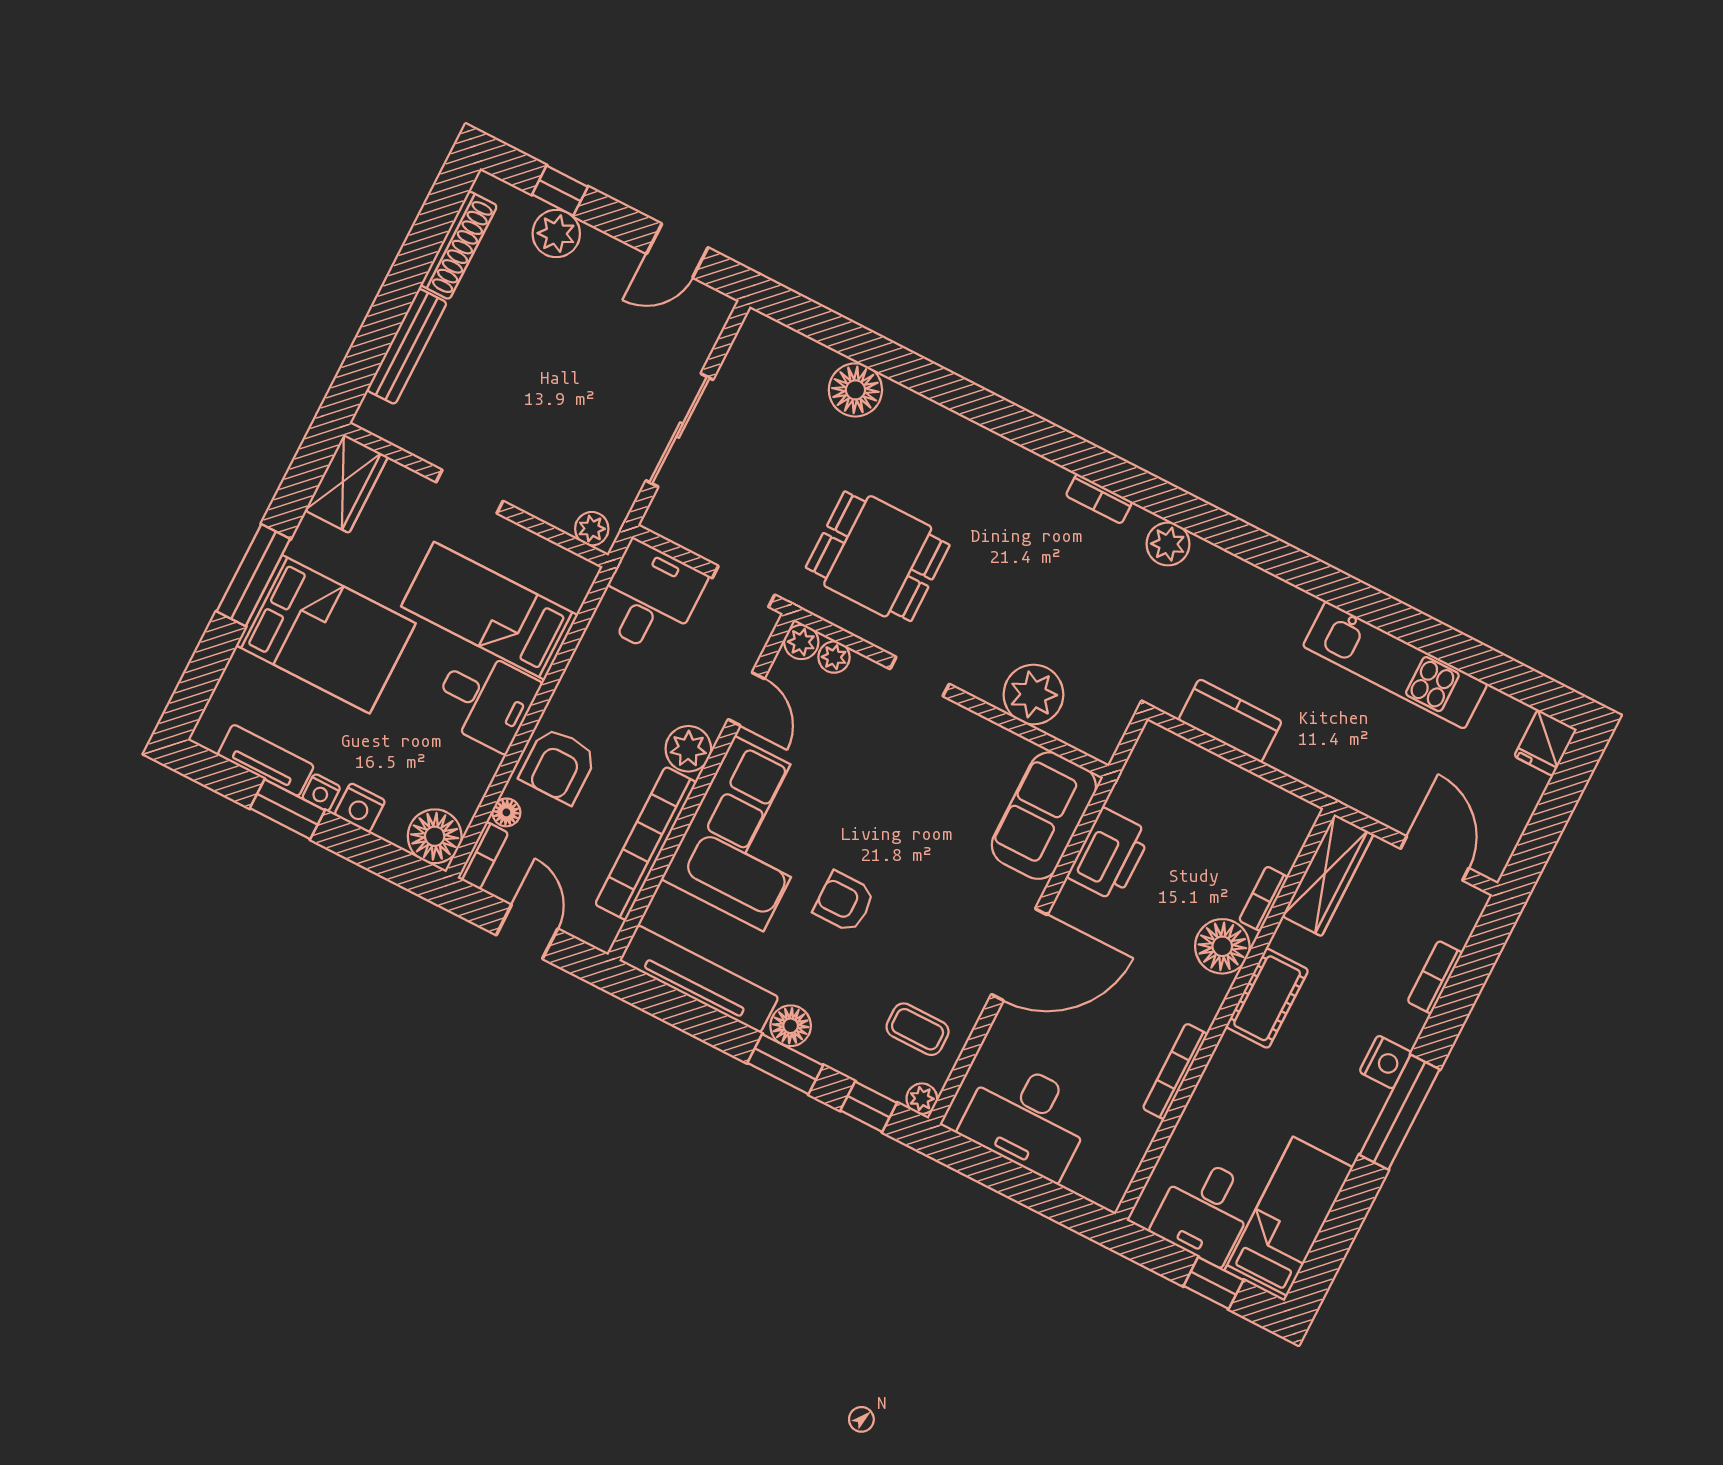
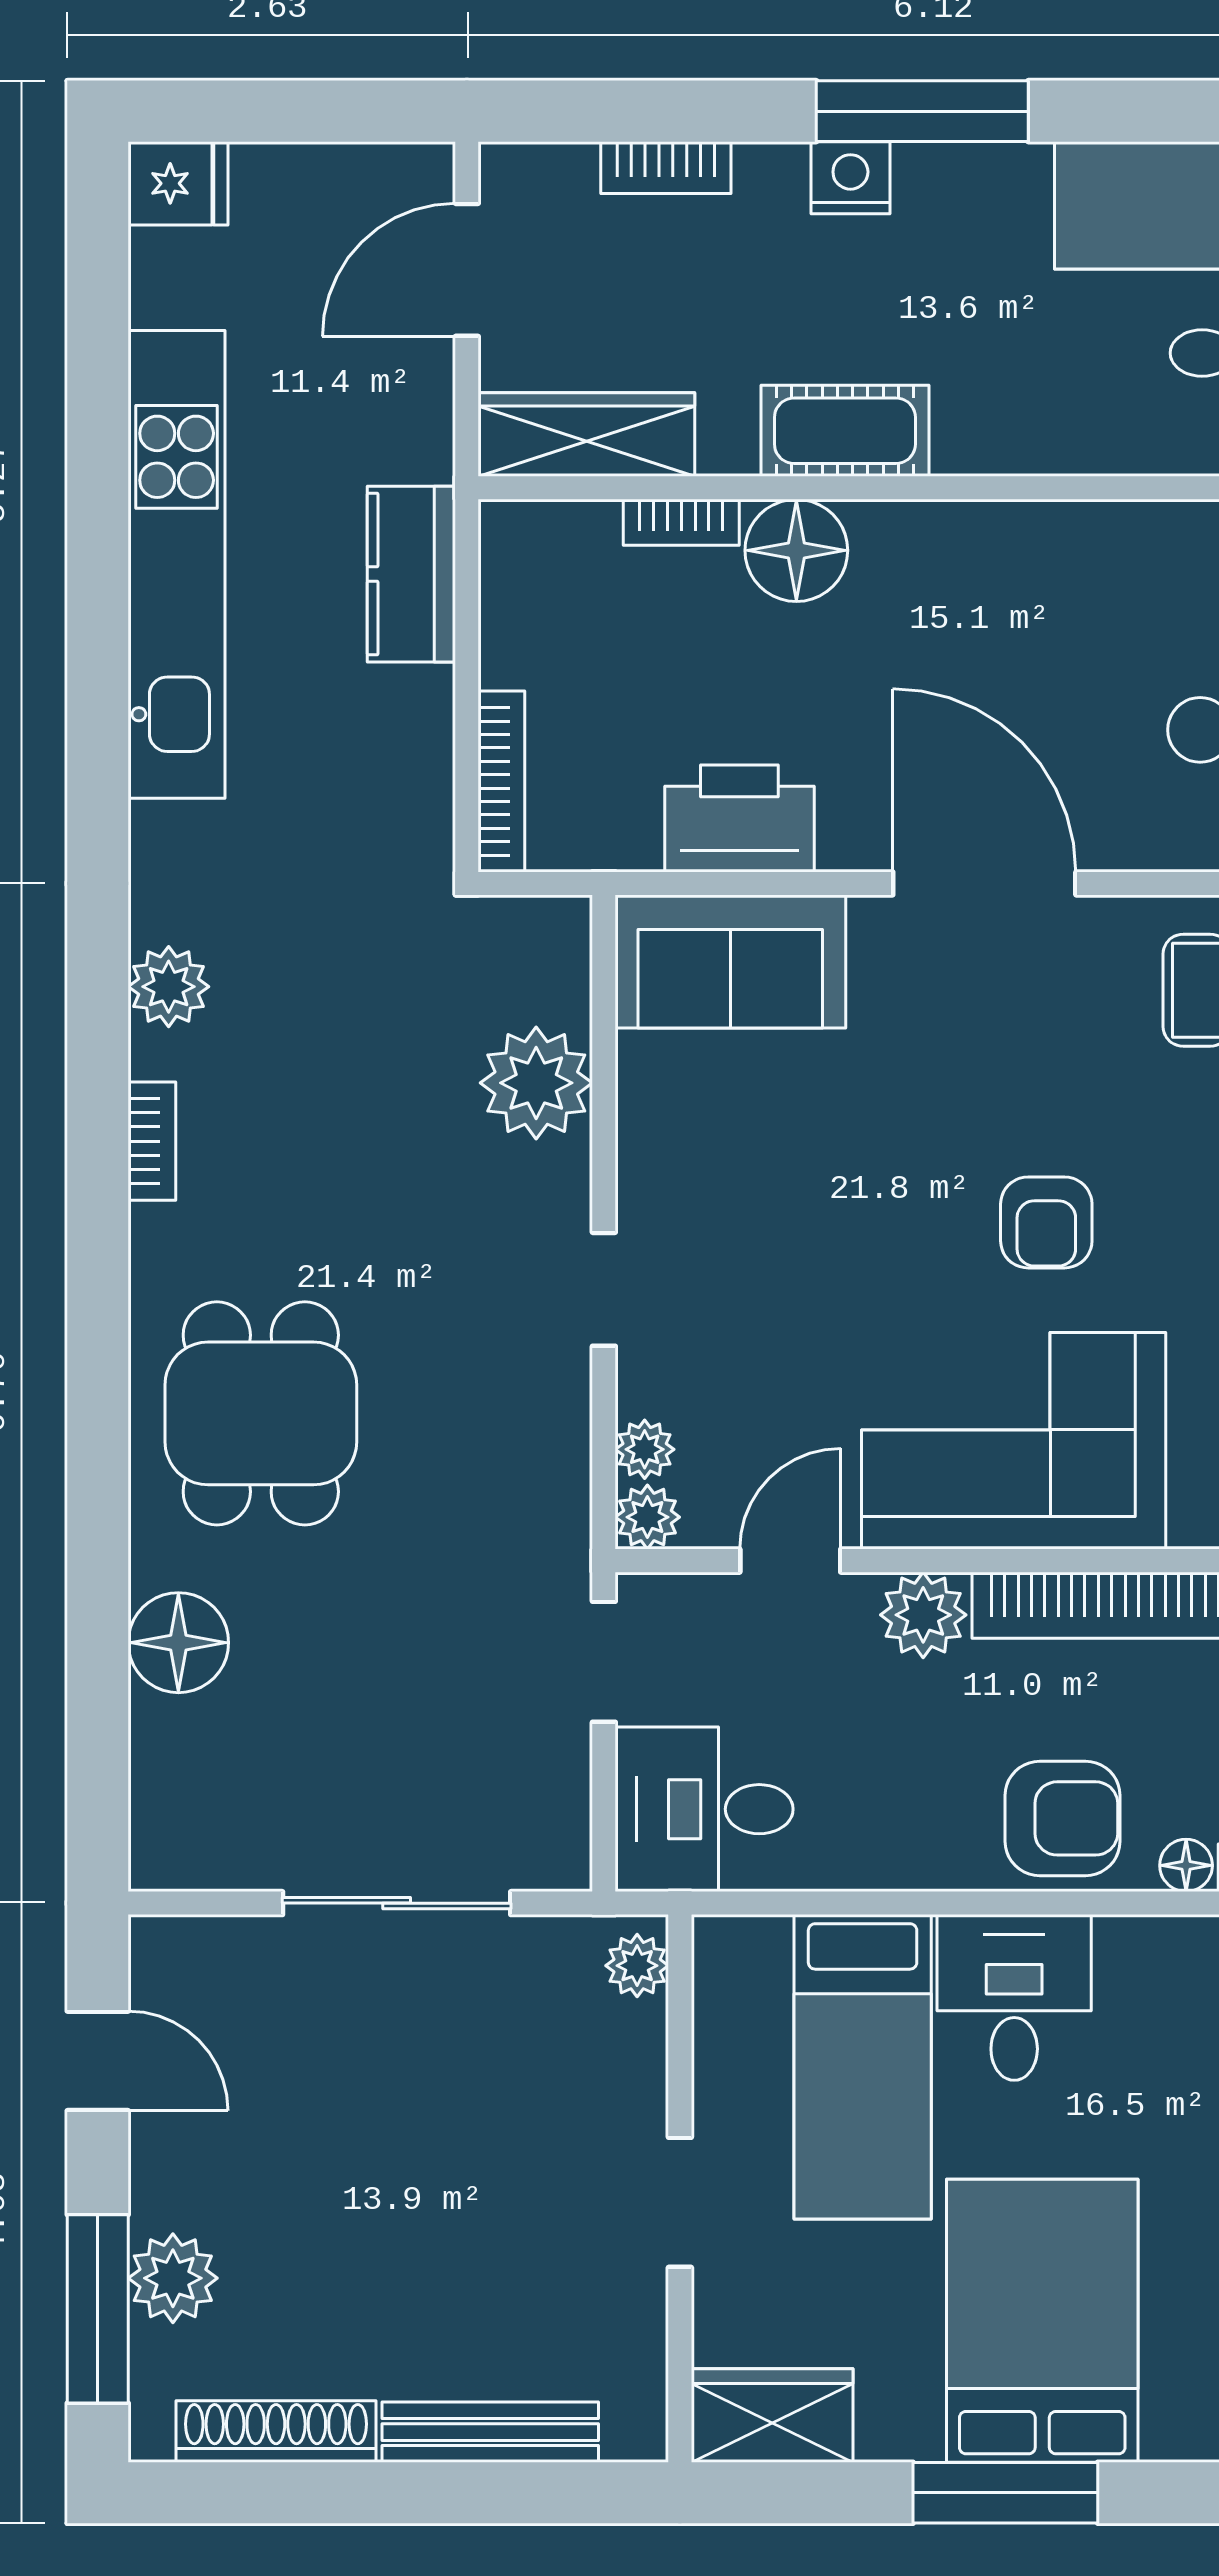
window: (560, 191) -> (98, 2309), width x2.17
dining table: (878, 556) -> (261, 1413), moved
kitchen unit: (1395, 665) -> (177, 564), width x1.36
kitchen counter: (1230, 721) -> (411, 574), moved
bookcase: (1175, 1071) -> (501, 781), moved, turned -90

